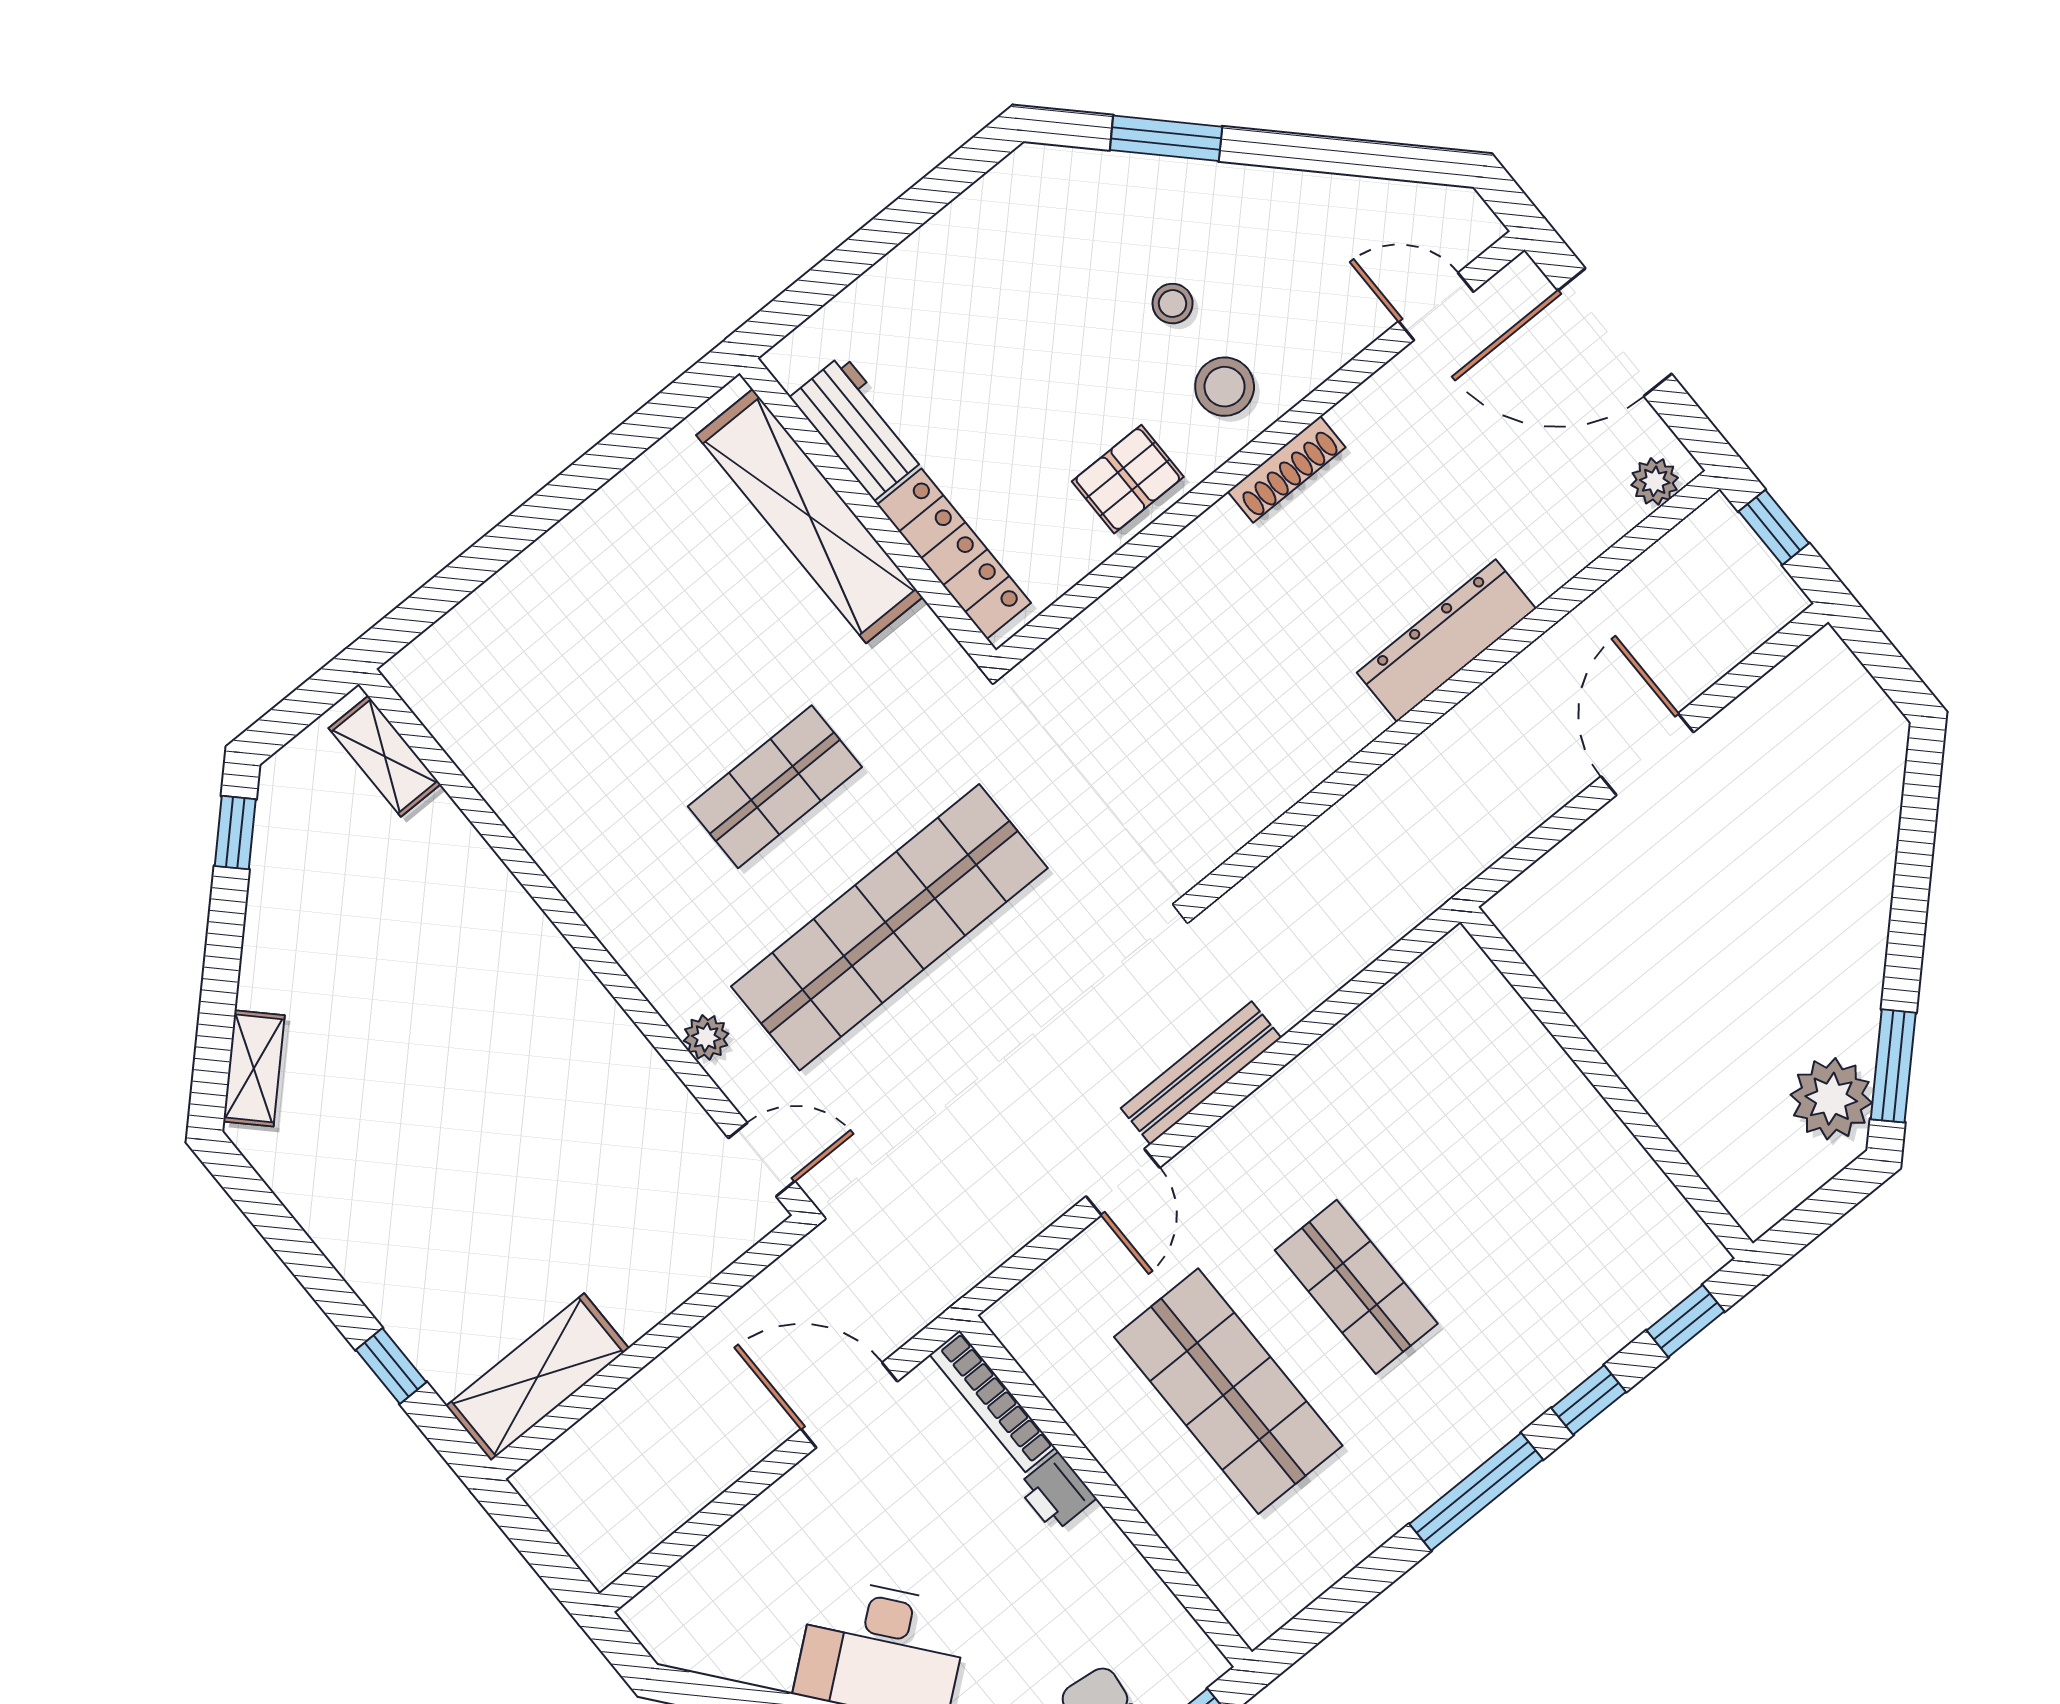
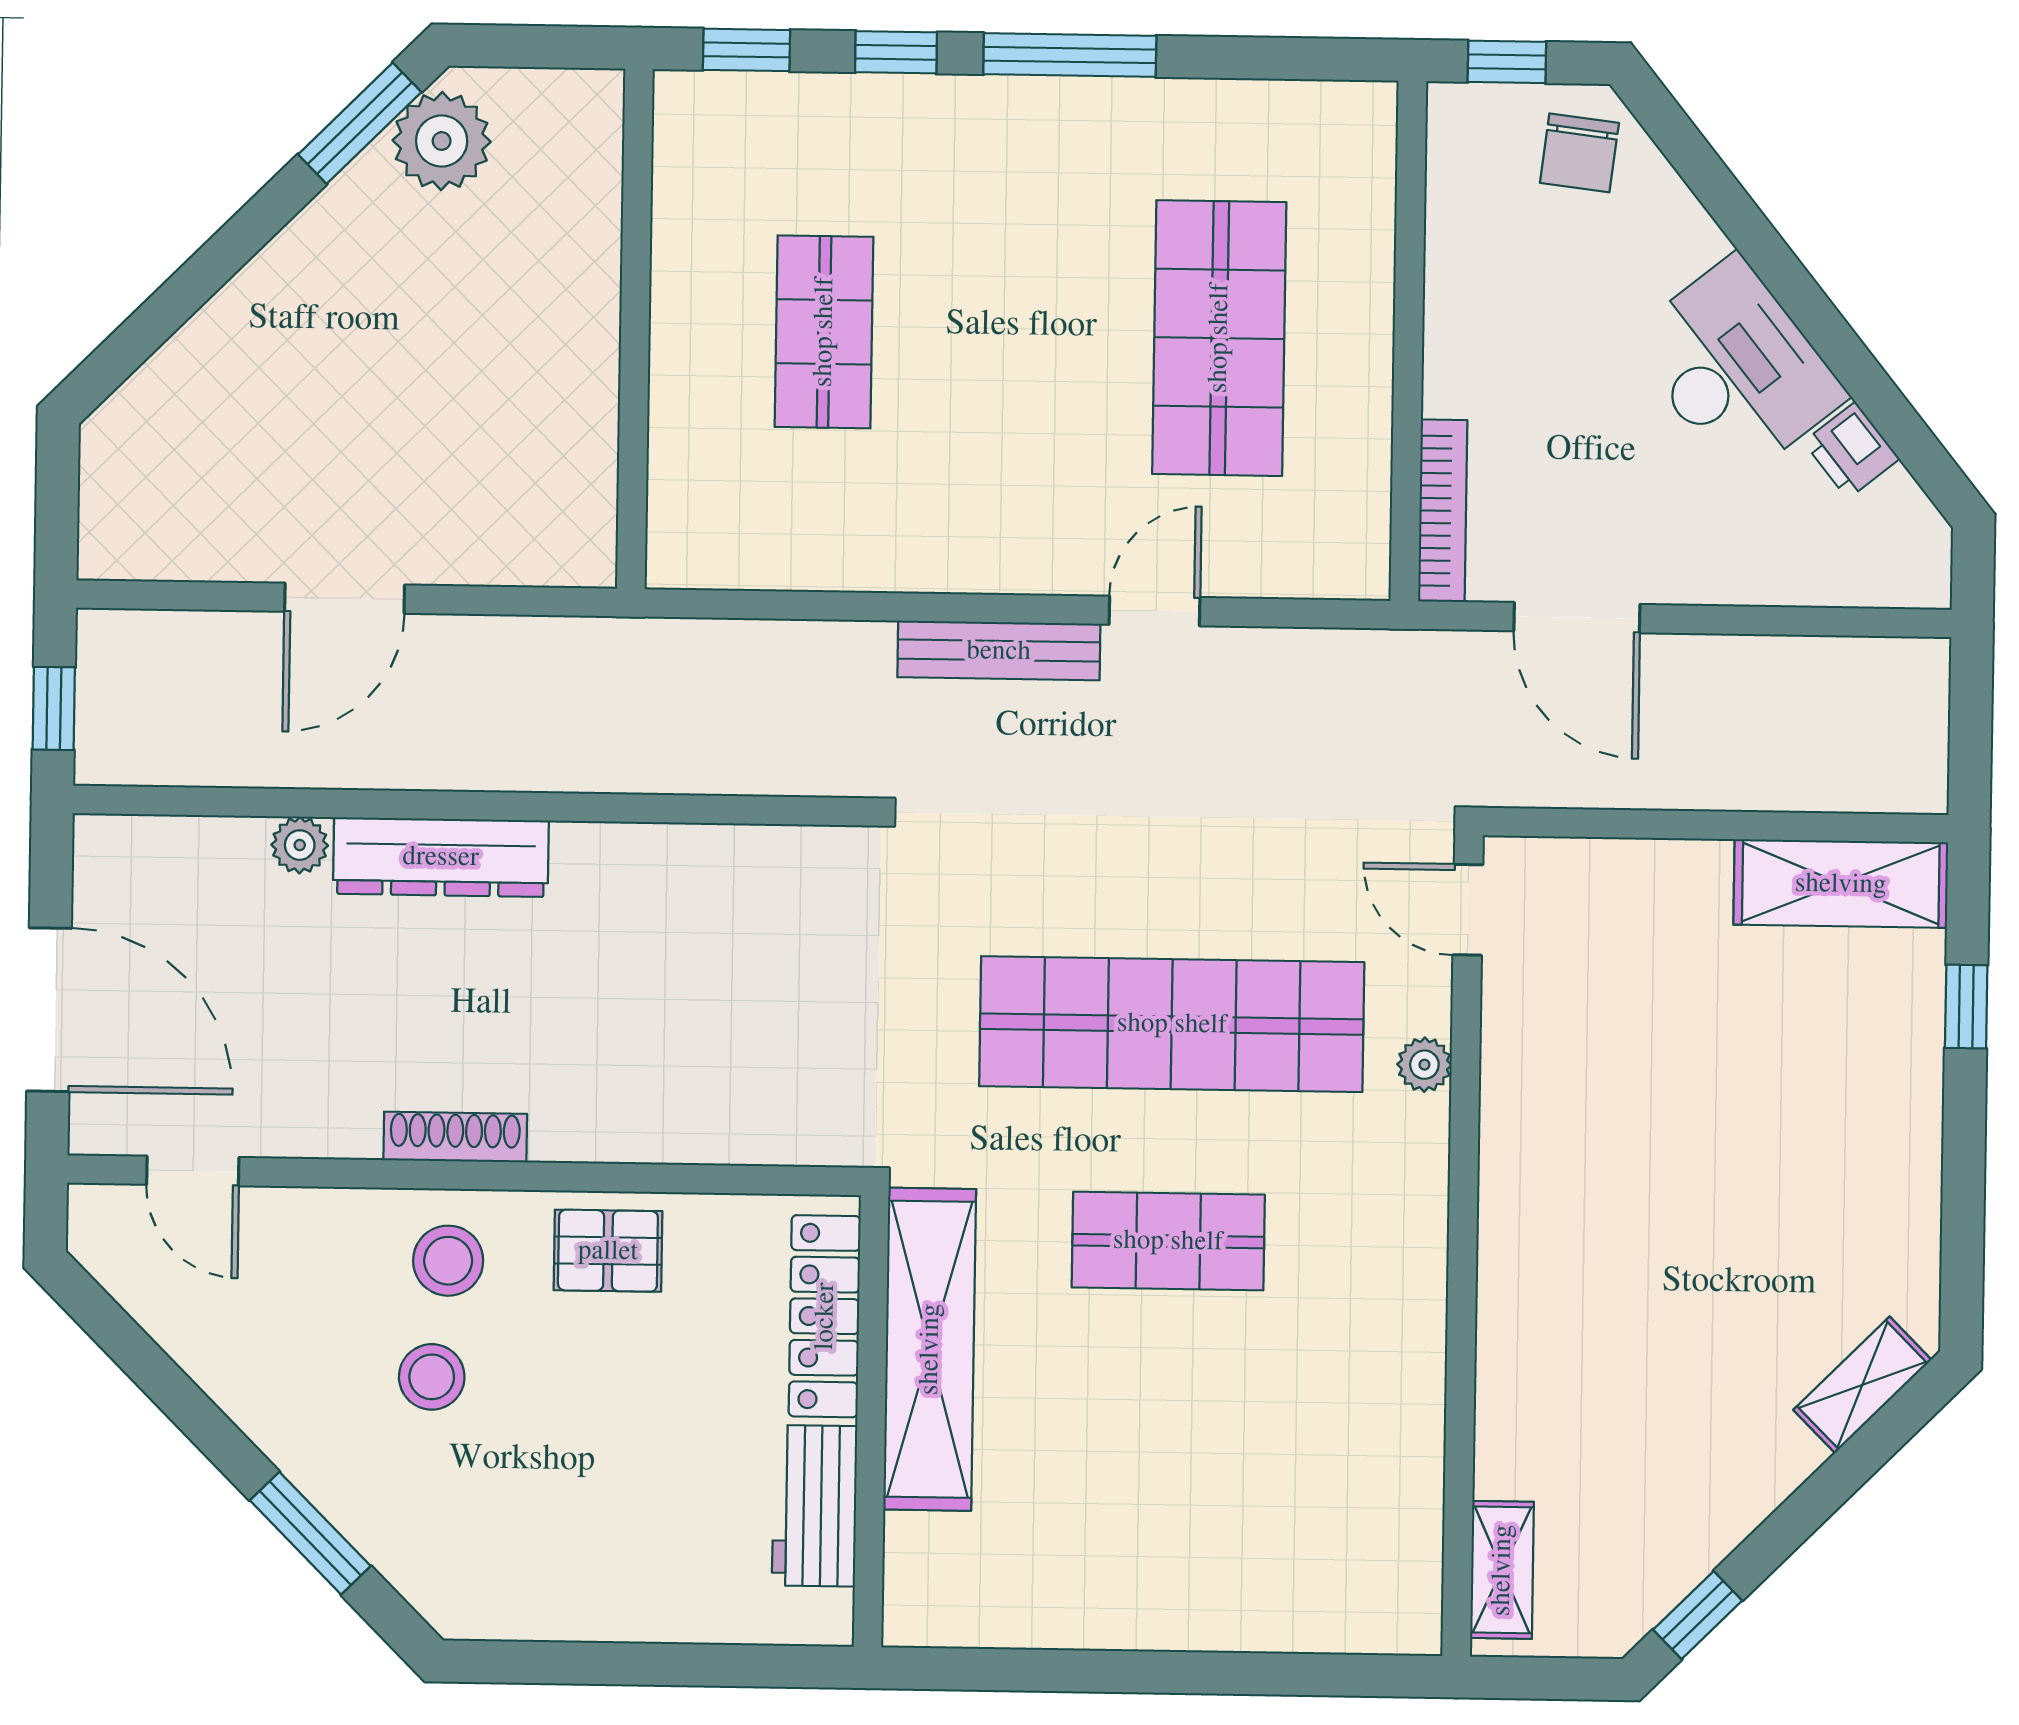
stool: (1173, 304) -> (432, 1377), width x1.37, depth x1.37
plant: (1655, 481) -> (300, 845), moved
shelving: (810, 516) -> (930, 1349), moved
shop shelf: (1356, 1287) -> (824, 332), moved
printer: (1056, 1492) -> (1851, 450), moved, turned 141

